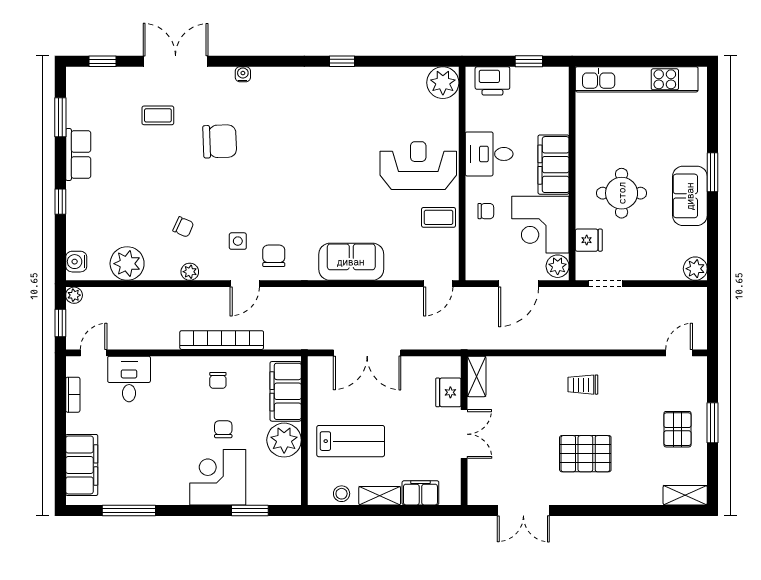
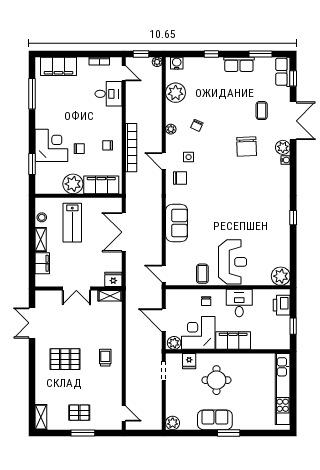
row of seats: (91, 79) -> (283, 72), added
plant: (221, 79) -> (283, 147), added
fridge: (448, 392) -> (113, 279), moved
pallet: (585, 454) -> (65, 359), turned 90

